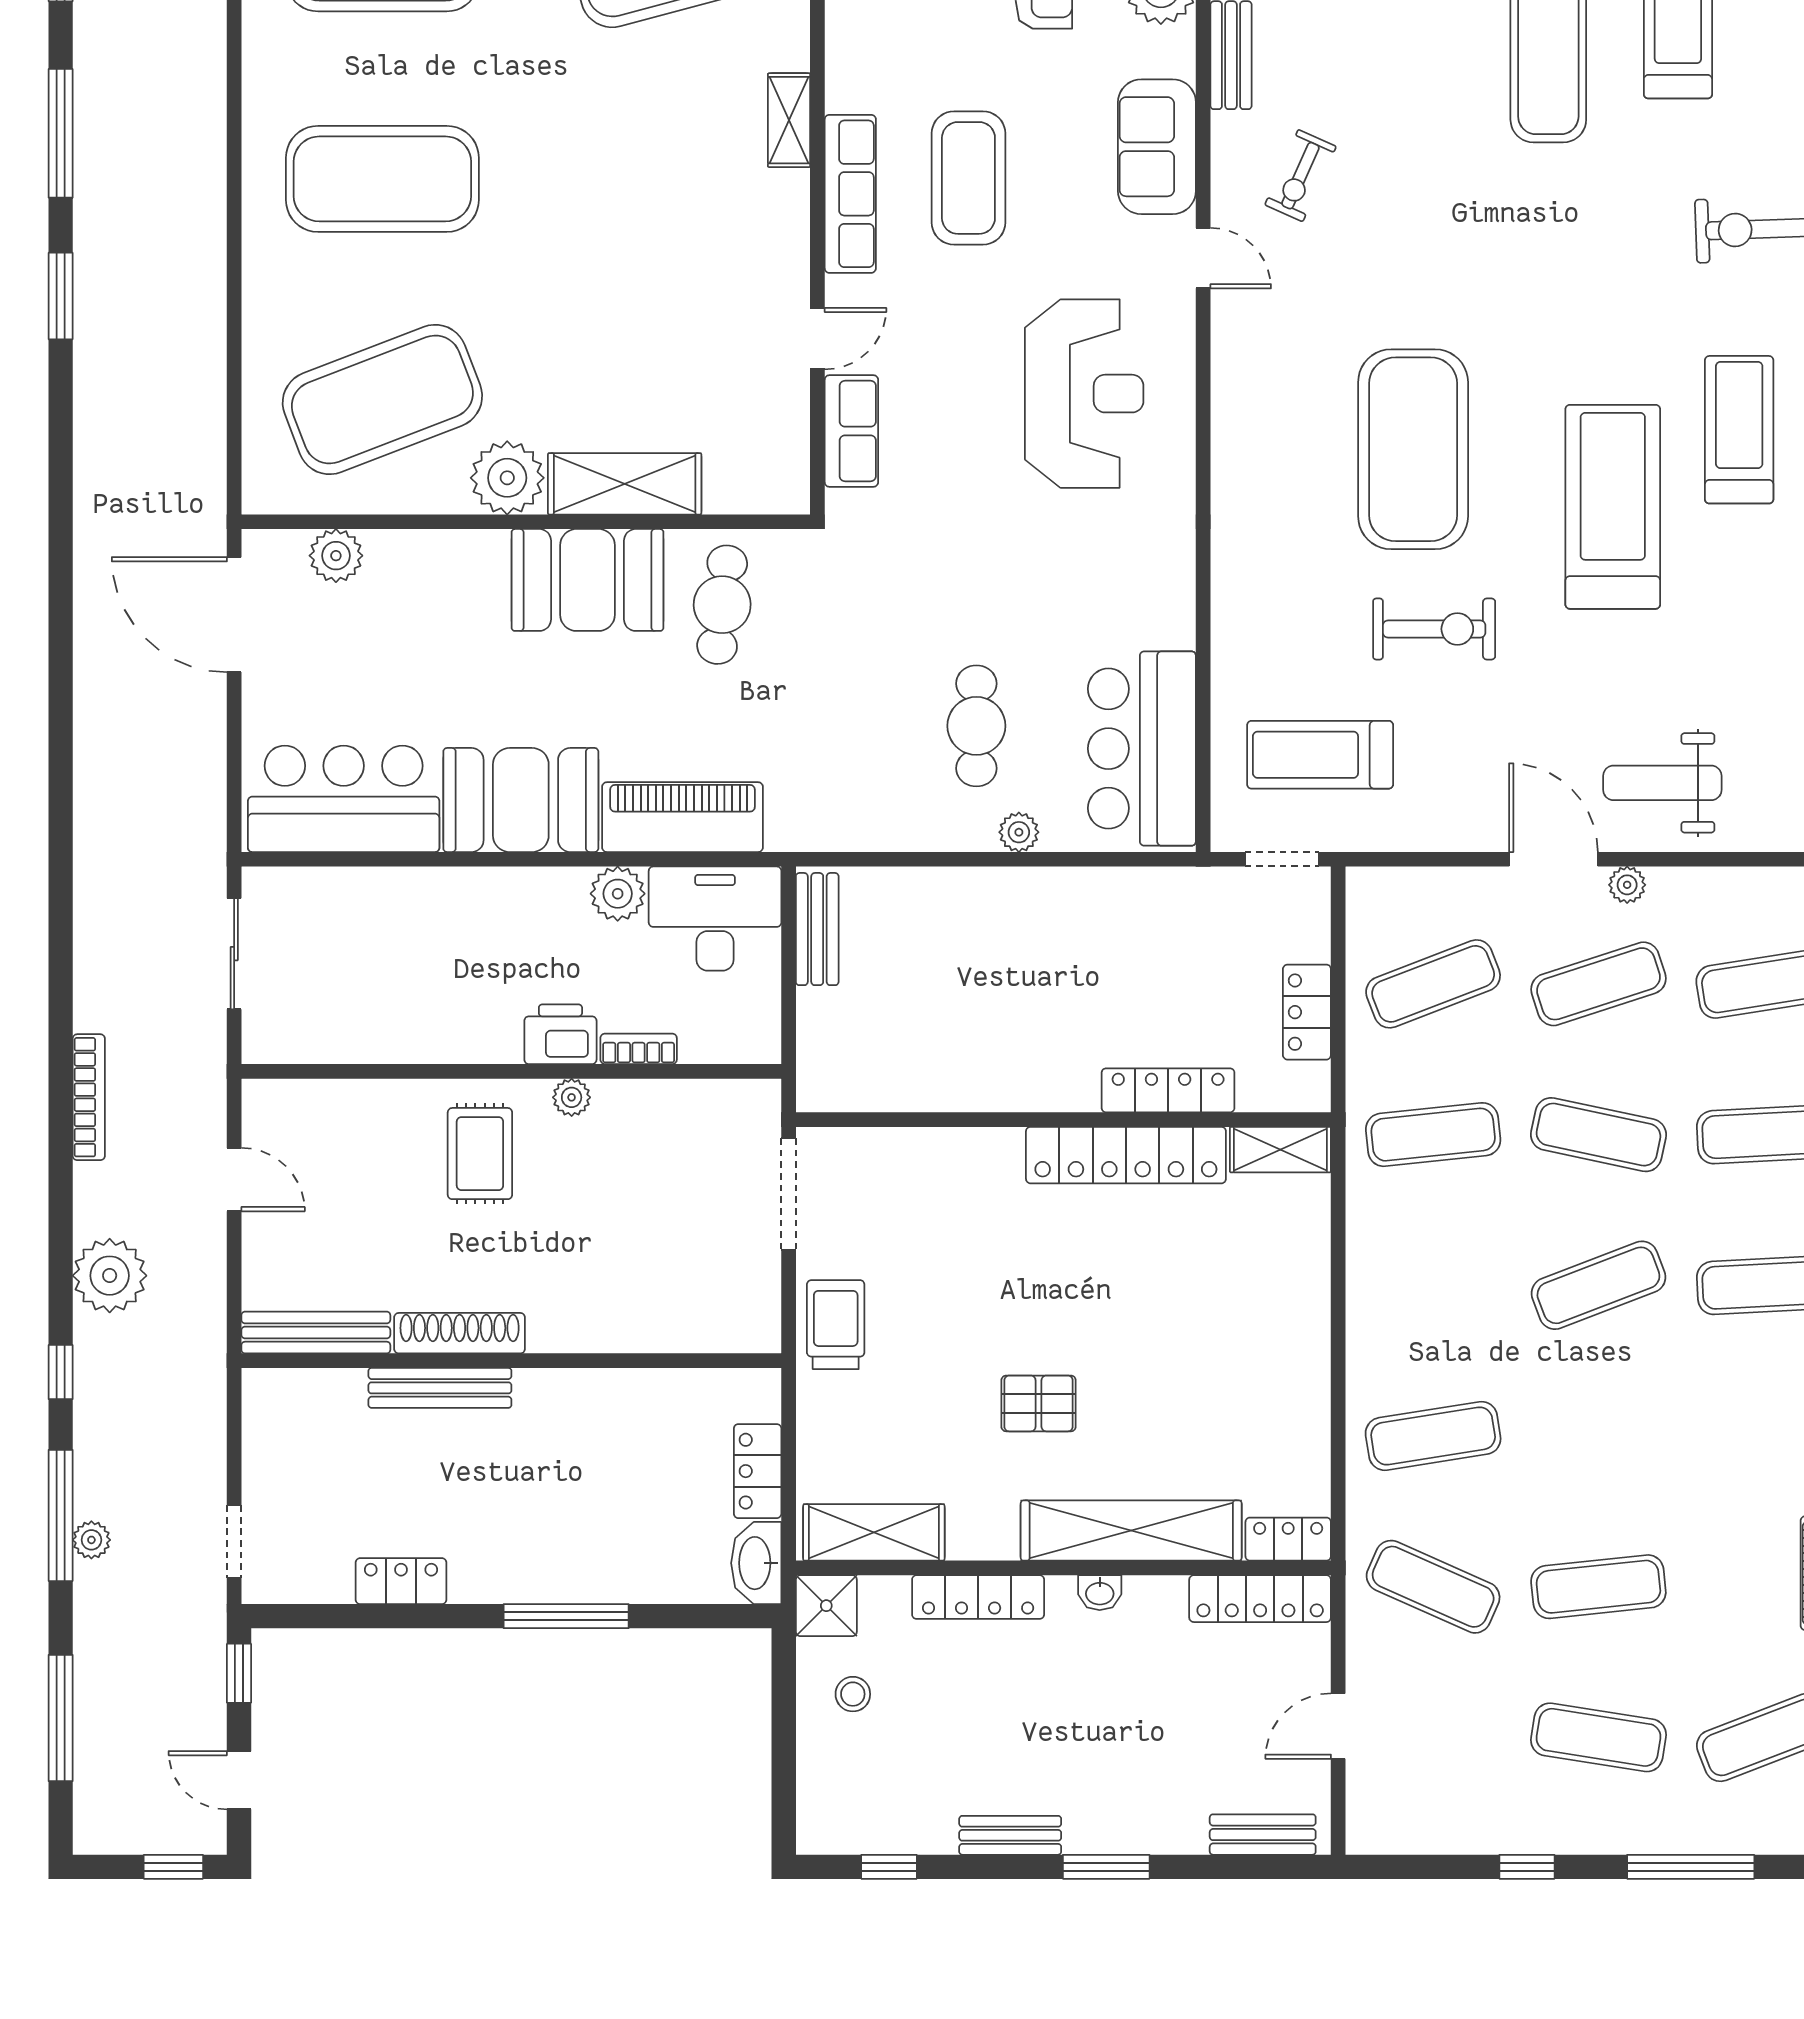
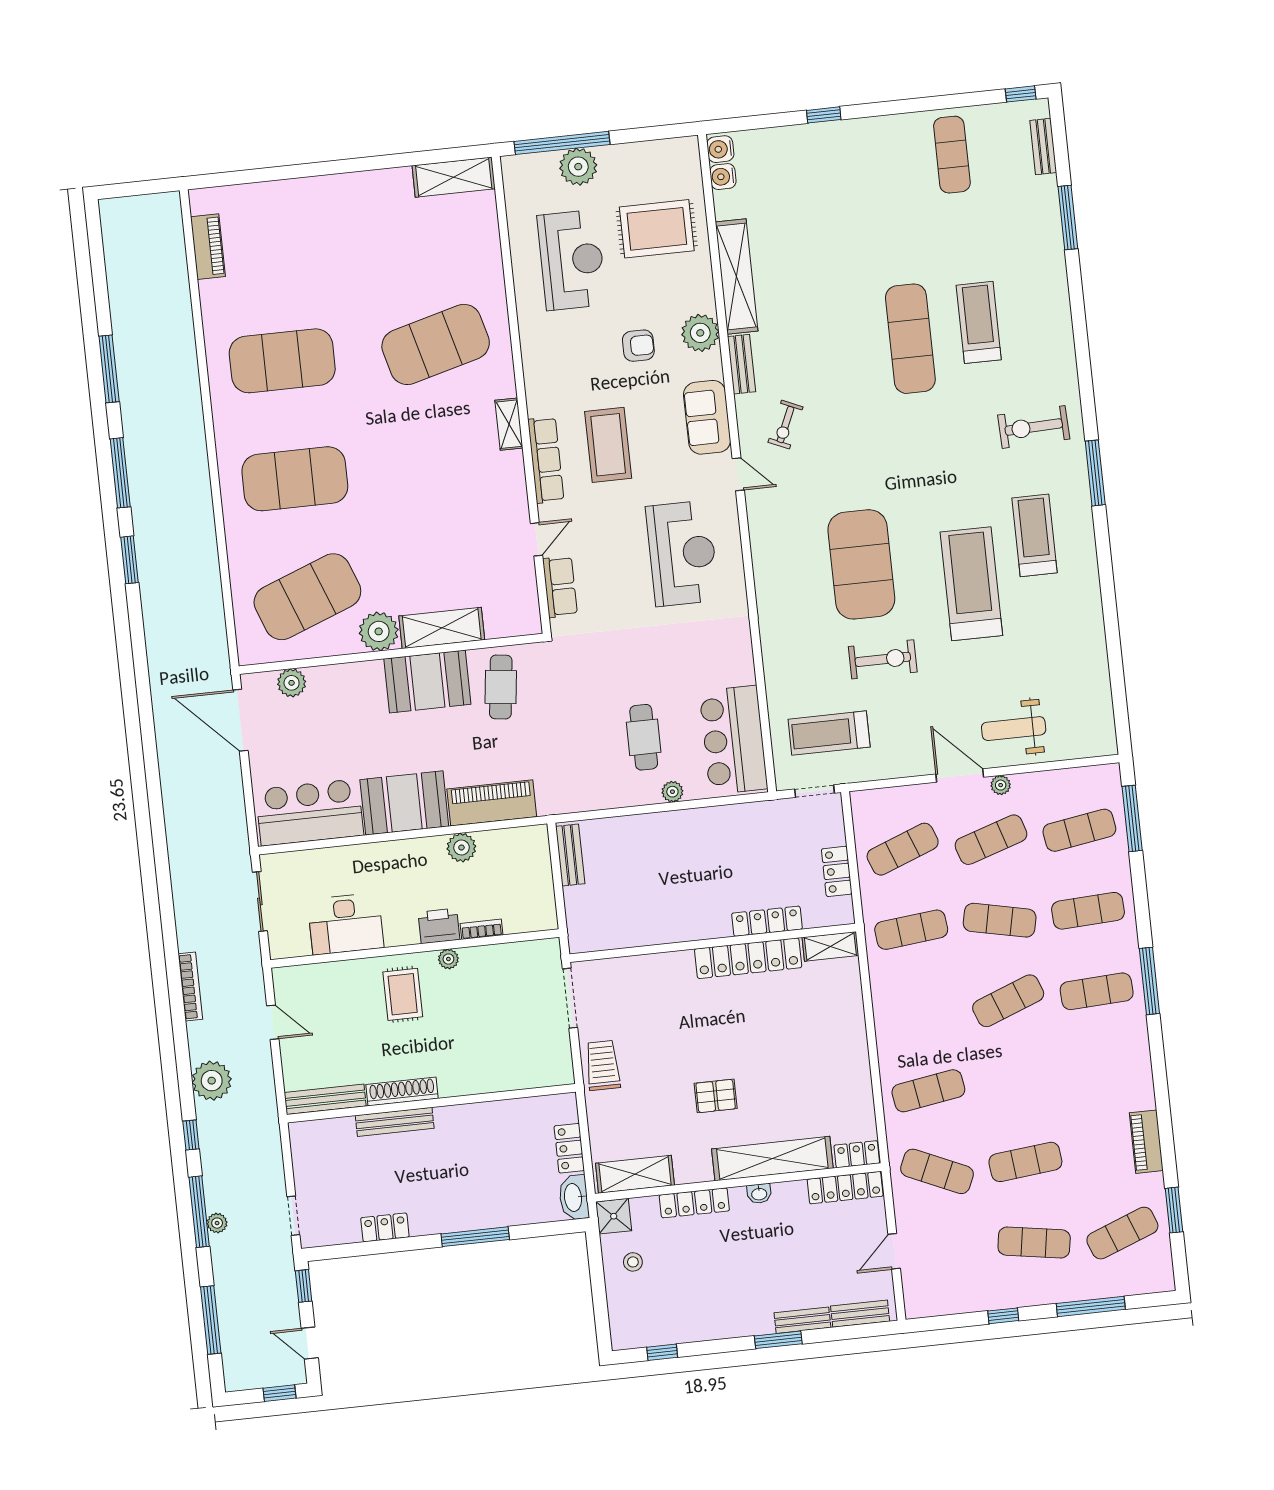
desk: (715, 919) -> (346, 924), moved, turned 180
bench: (1010, 1835) -> (802, 1320), moved

